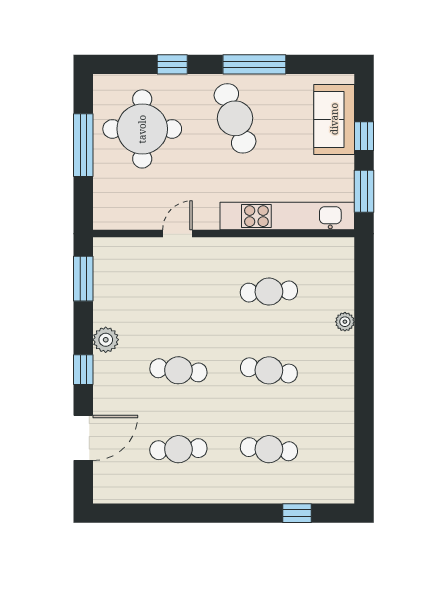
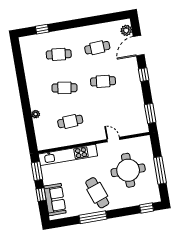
window: (172, 64) -> (147, 208), moved
round table: (142, 129) -> (128, 170), moved
door: (177, 234) -> (113, 140), swing flipped
plant: (106, 340) -> (126, 30), moved

